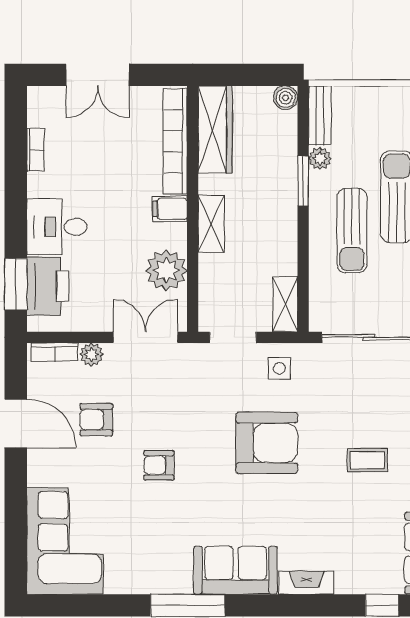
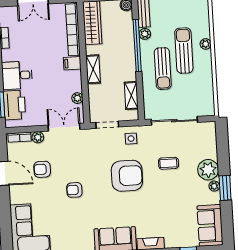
window: (303, 181) -> (137, 45), width x2.11
plant: (166, 270) -> (77, 98), width x0.53, depth x0.53
shelving: (285, 304) -> (131, 96), moved
coffee table: (367, 460) -> (168, 163), moved

